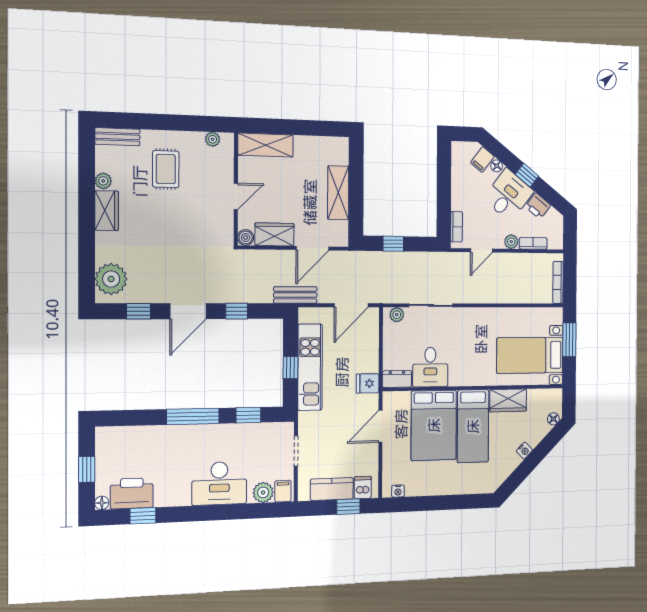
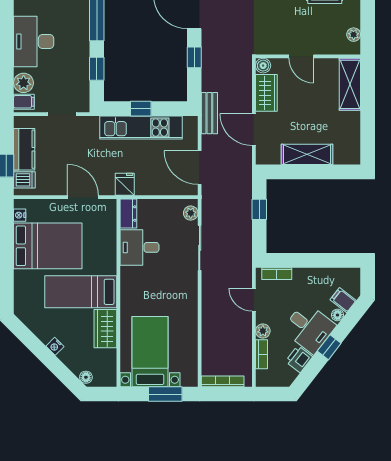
bed: (434, 425) -> (48, 246), moved, turned 180

